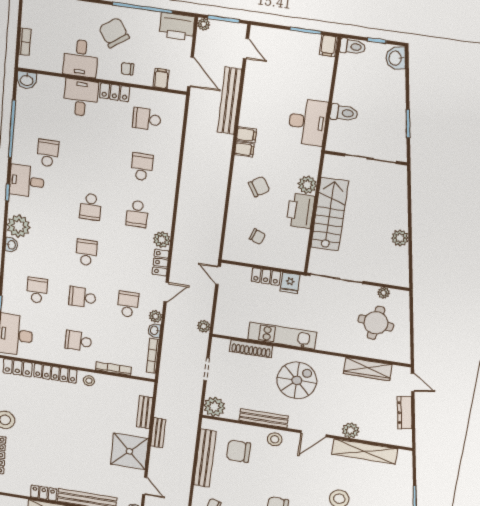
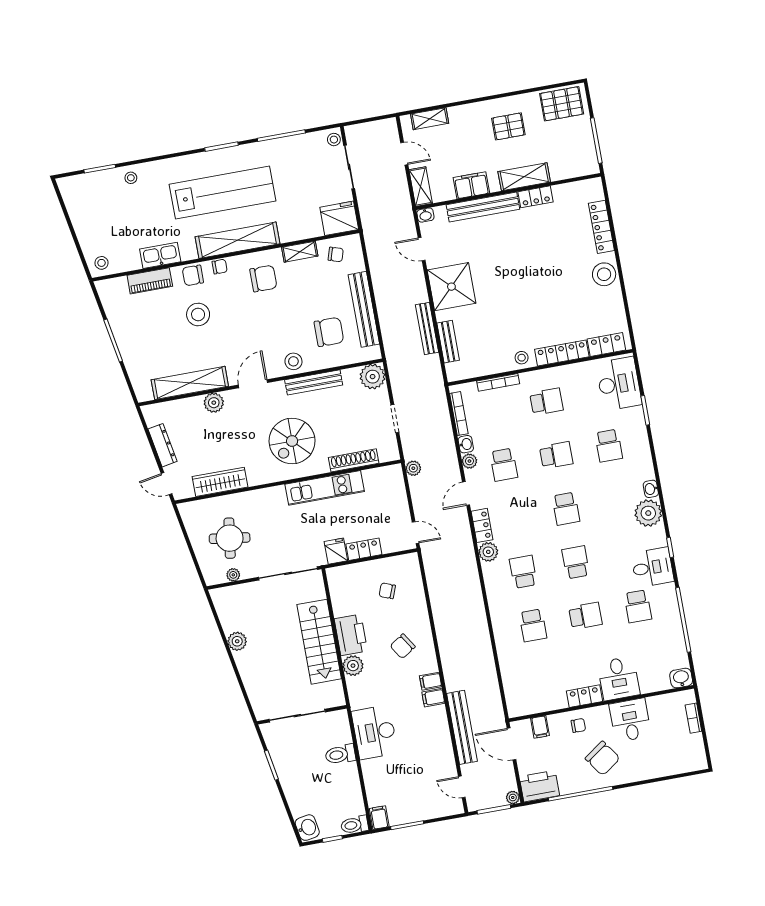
school desk: (147, 119) -> (585, 616), moved
bench: (158, 433) -> (427, 328), width x1.36

